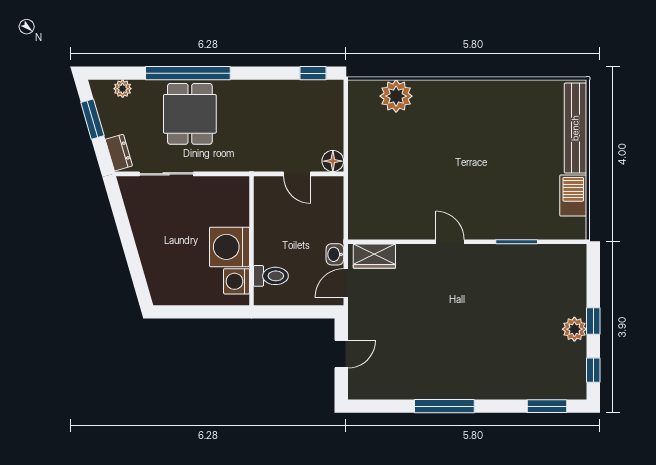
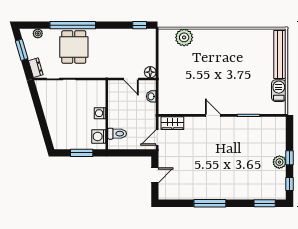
washing machine: (229, 247) -> (100, 113), width x0.53, depth x0.53
washbasin: (335, 254) -> (151, 96), moved
window: (204, 312) -> (82, 153), added

